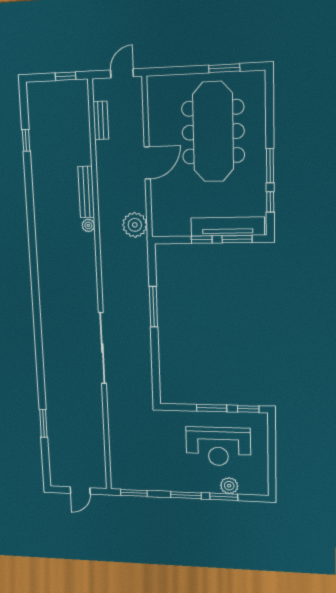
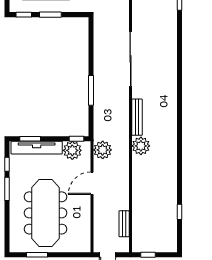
door: (147, 163) -> (92, 183), moved
bench: (86, 192) -> (137, 117), moved
plant: (177, 223) -> (72, 150), added
plant: (88, 225) -> (141, 146), width x1.88, depth x1.88
window: (202, 240) -> (77, 139), moved

